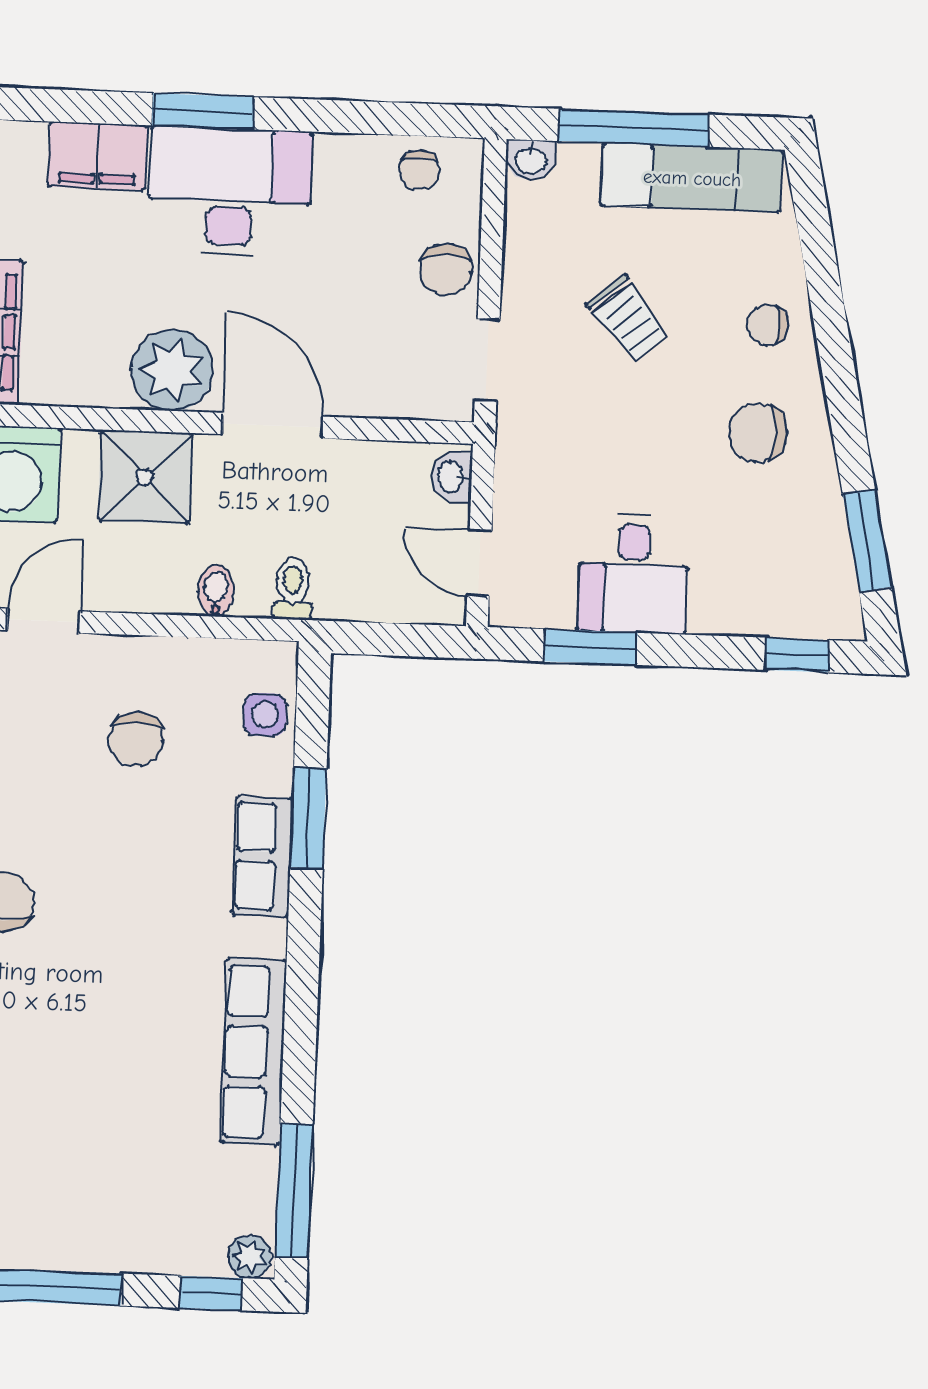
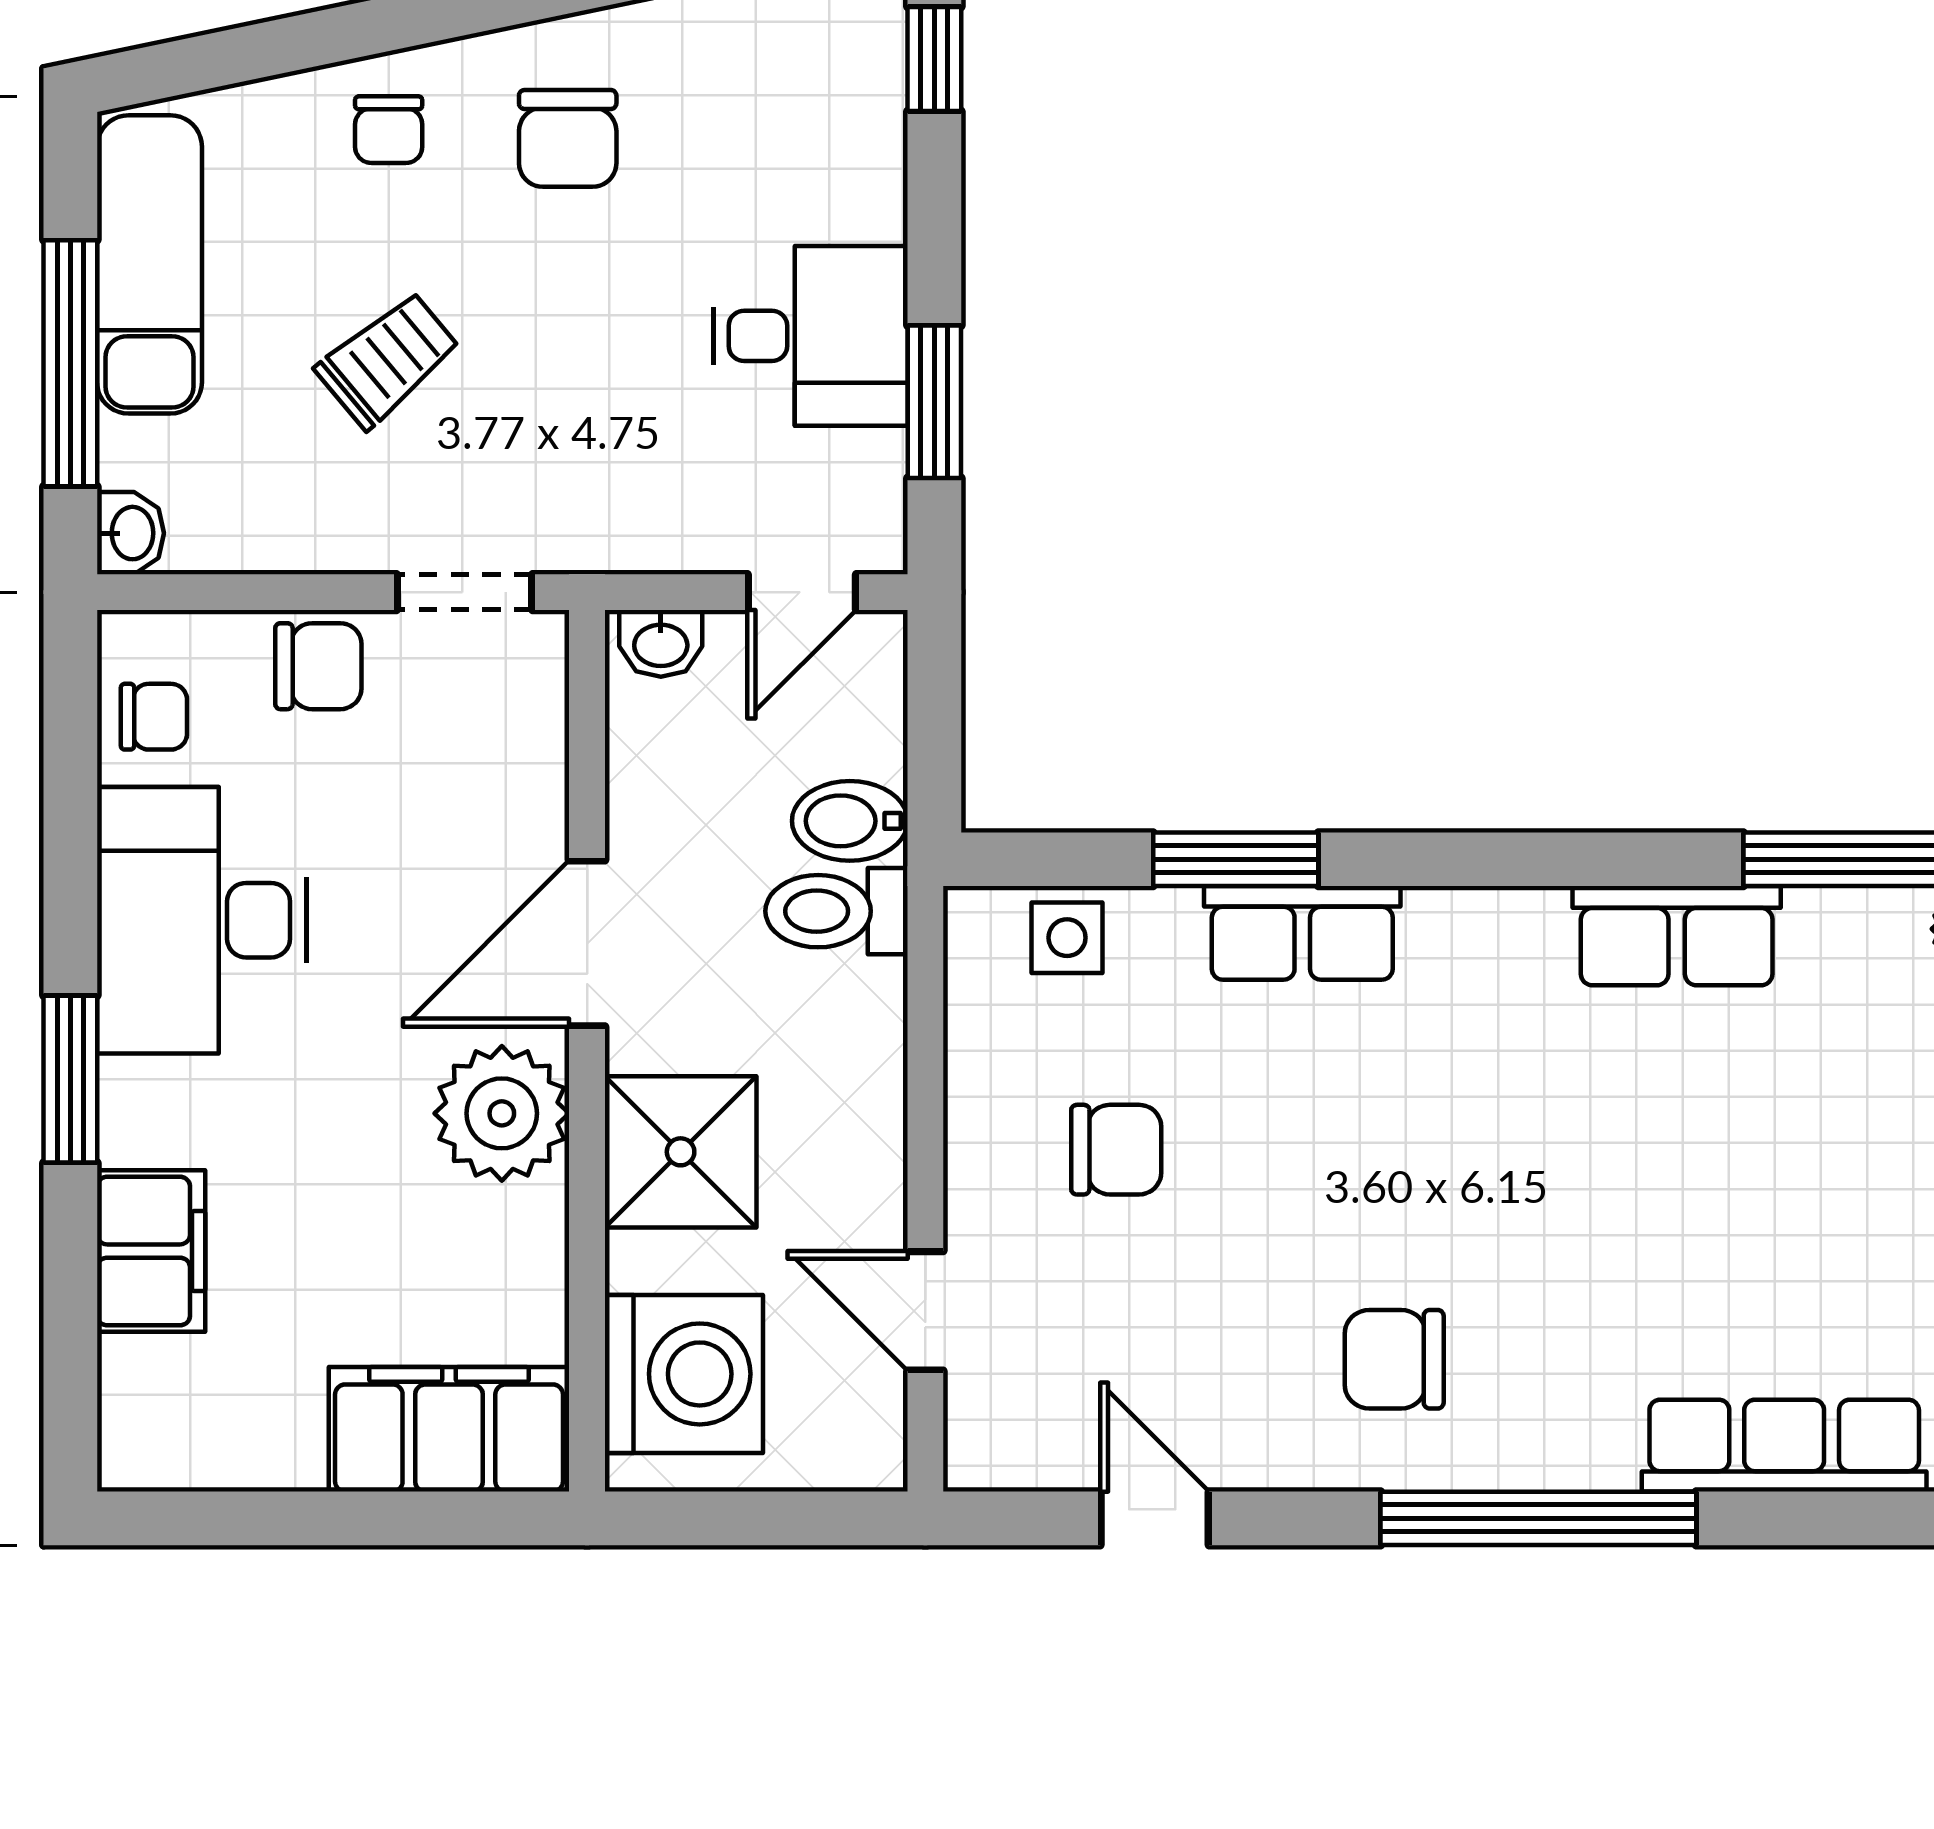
desk: (230, 192) -> (202, 920), moved
toilet: (293, 589) -> (837, 911), width x1.37, depth x1.39
bidet: (216, 591) -> (850, 821), moved, width x1.38, depth x1.36
row of seats: (253, 1052) -> (1677, 936), width x0.68

